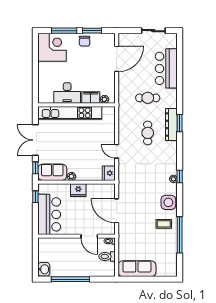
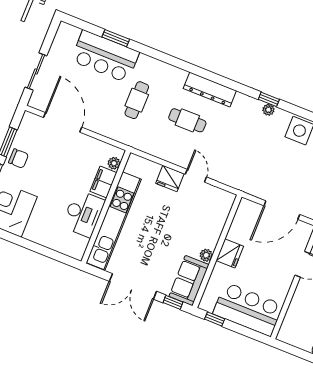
sliding door: (153, 31) -> (36, 71), moved
window: (180, 123) -> (116, 38), moved
dresser: (171, 124) -> (210, 90), moved
door: (117, 151) -> (196, 176), swing flipped
fridge: (109, 173) -> (170, 178), moved

